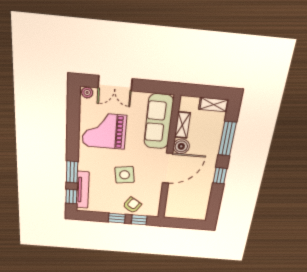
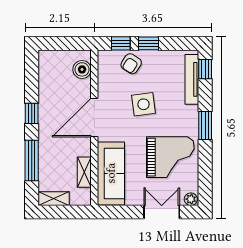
boiler: (181, 146) -> (82, 69), moved
window: (72, 172) -> (205, 125), moved

